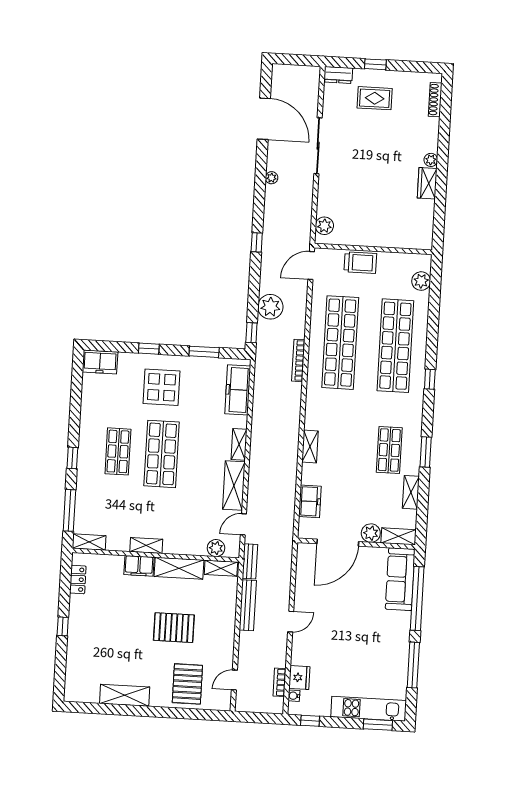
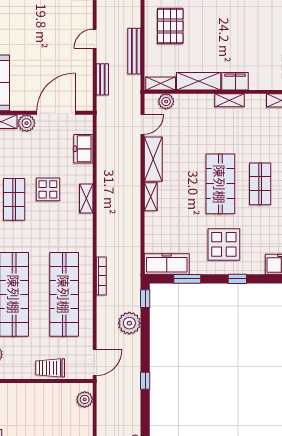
freezer: (238, 390) -> (167, 264), moved, turned -90
display table: (351, 459) -> (48, 189), added
bench: (250, 561) -> (102, 79), moved
pallet: (174, 628) -> (170, 26), moved, turned 90

